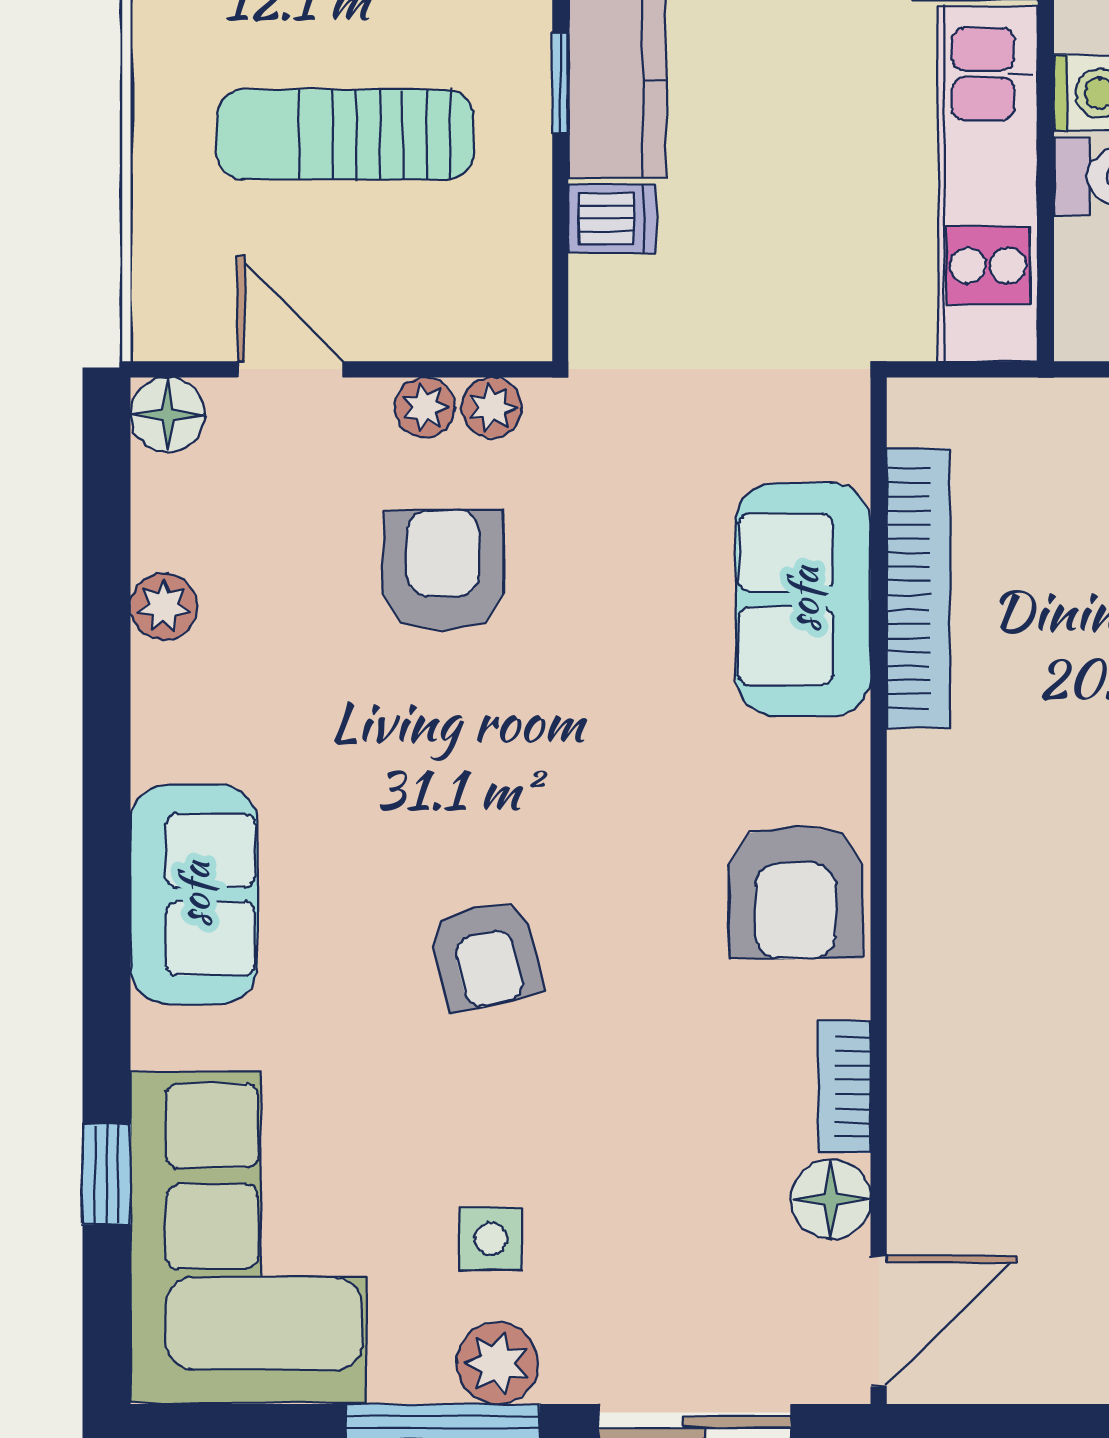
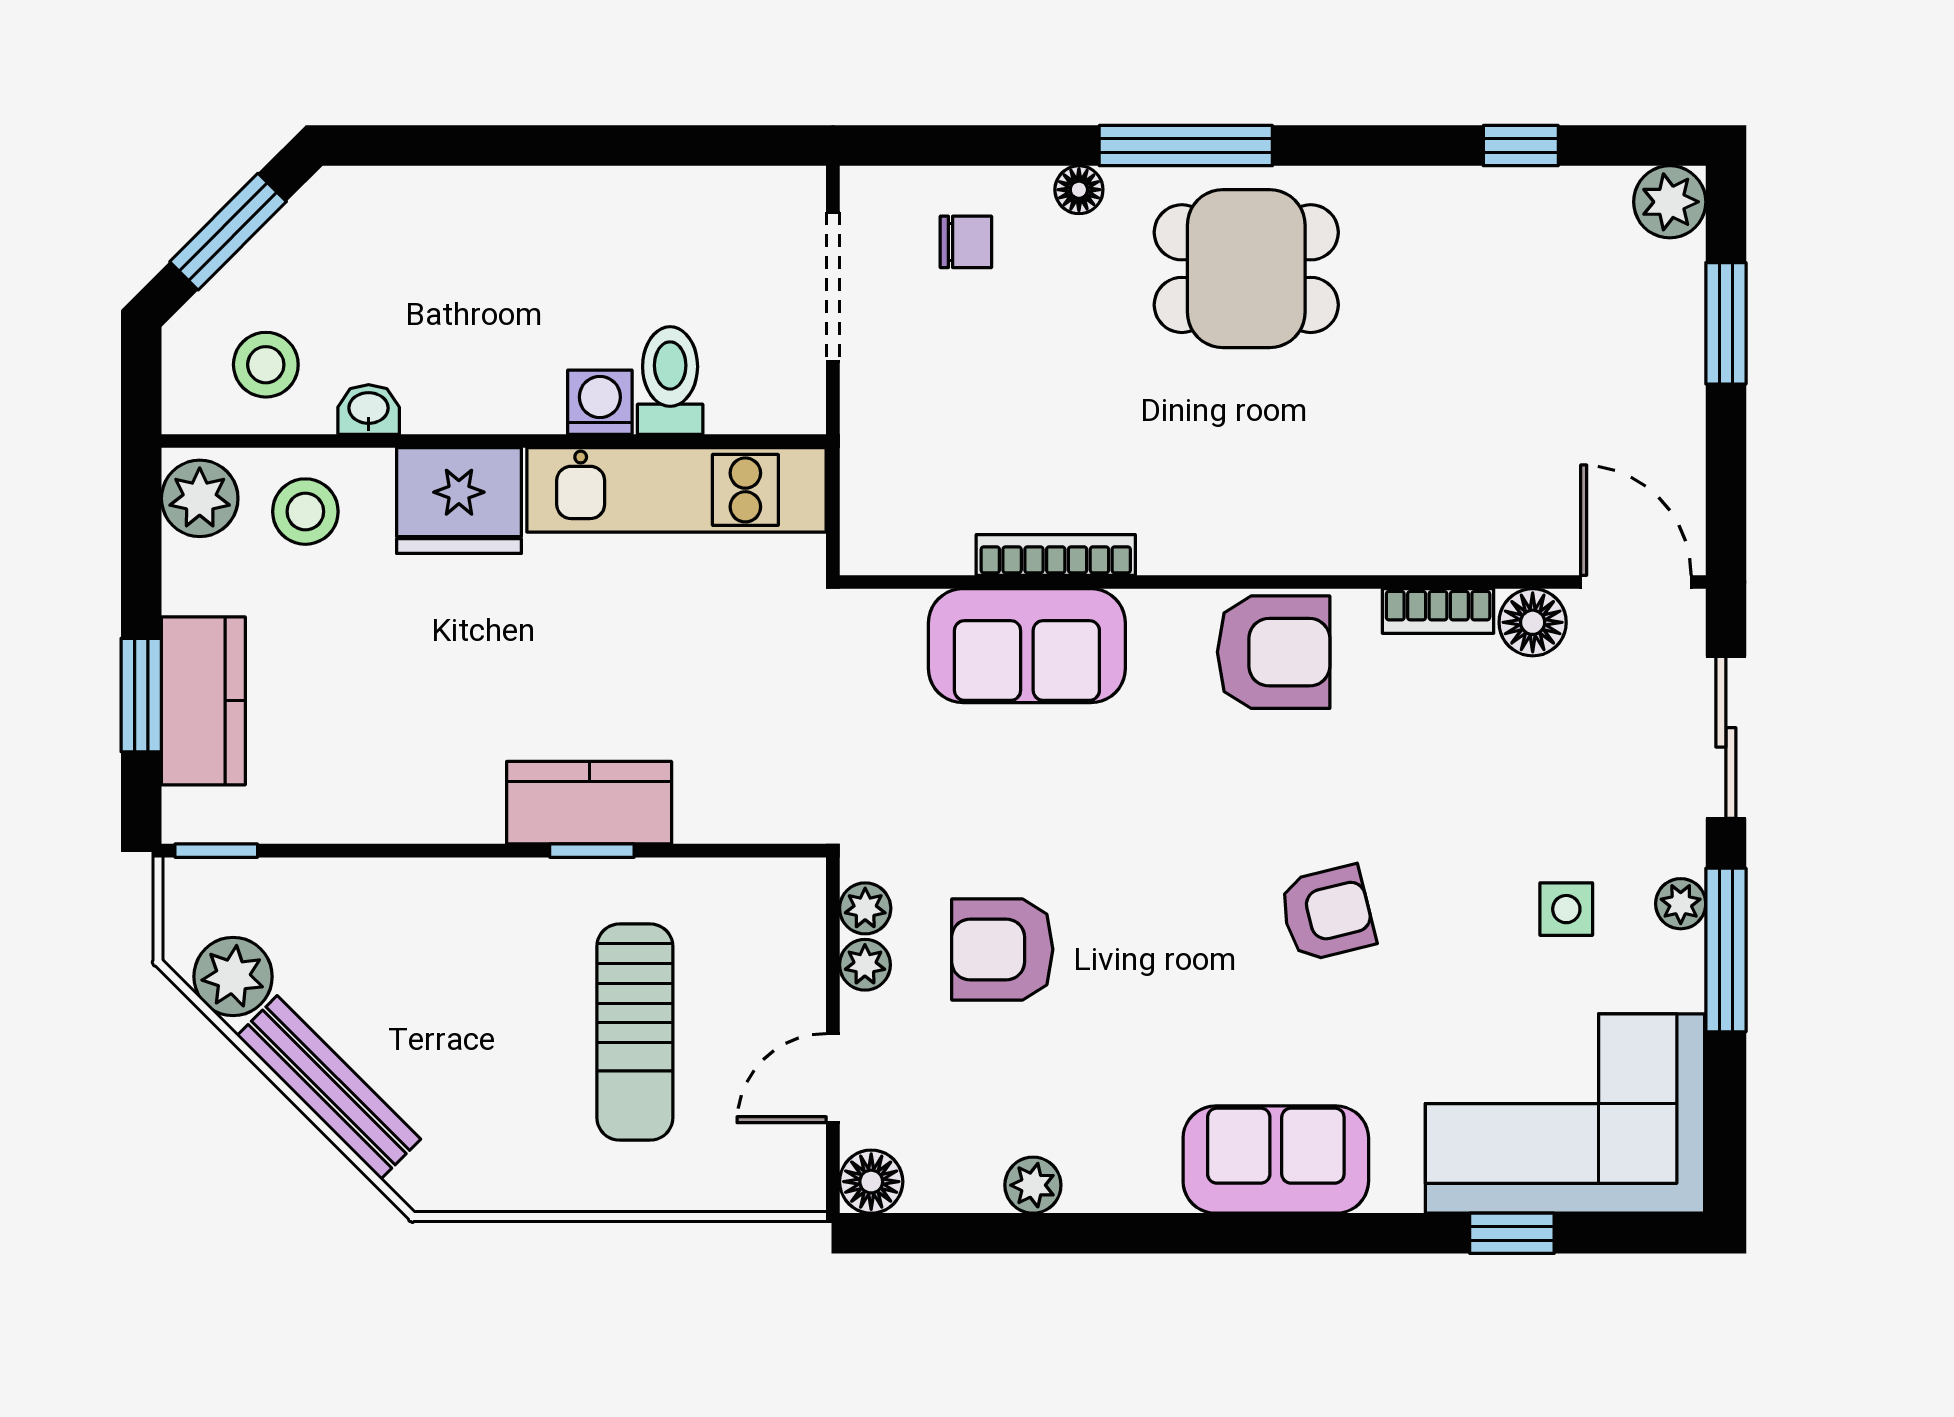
dishwasher: (612, 219) -> (706, 807), removed
bookcase: (918, 588) -> (1056, 555), width x0.68, depth x0.76
plant: (497, 1363) -> (1681, 904), width x0.73, depth x0.73

